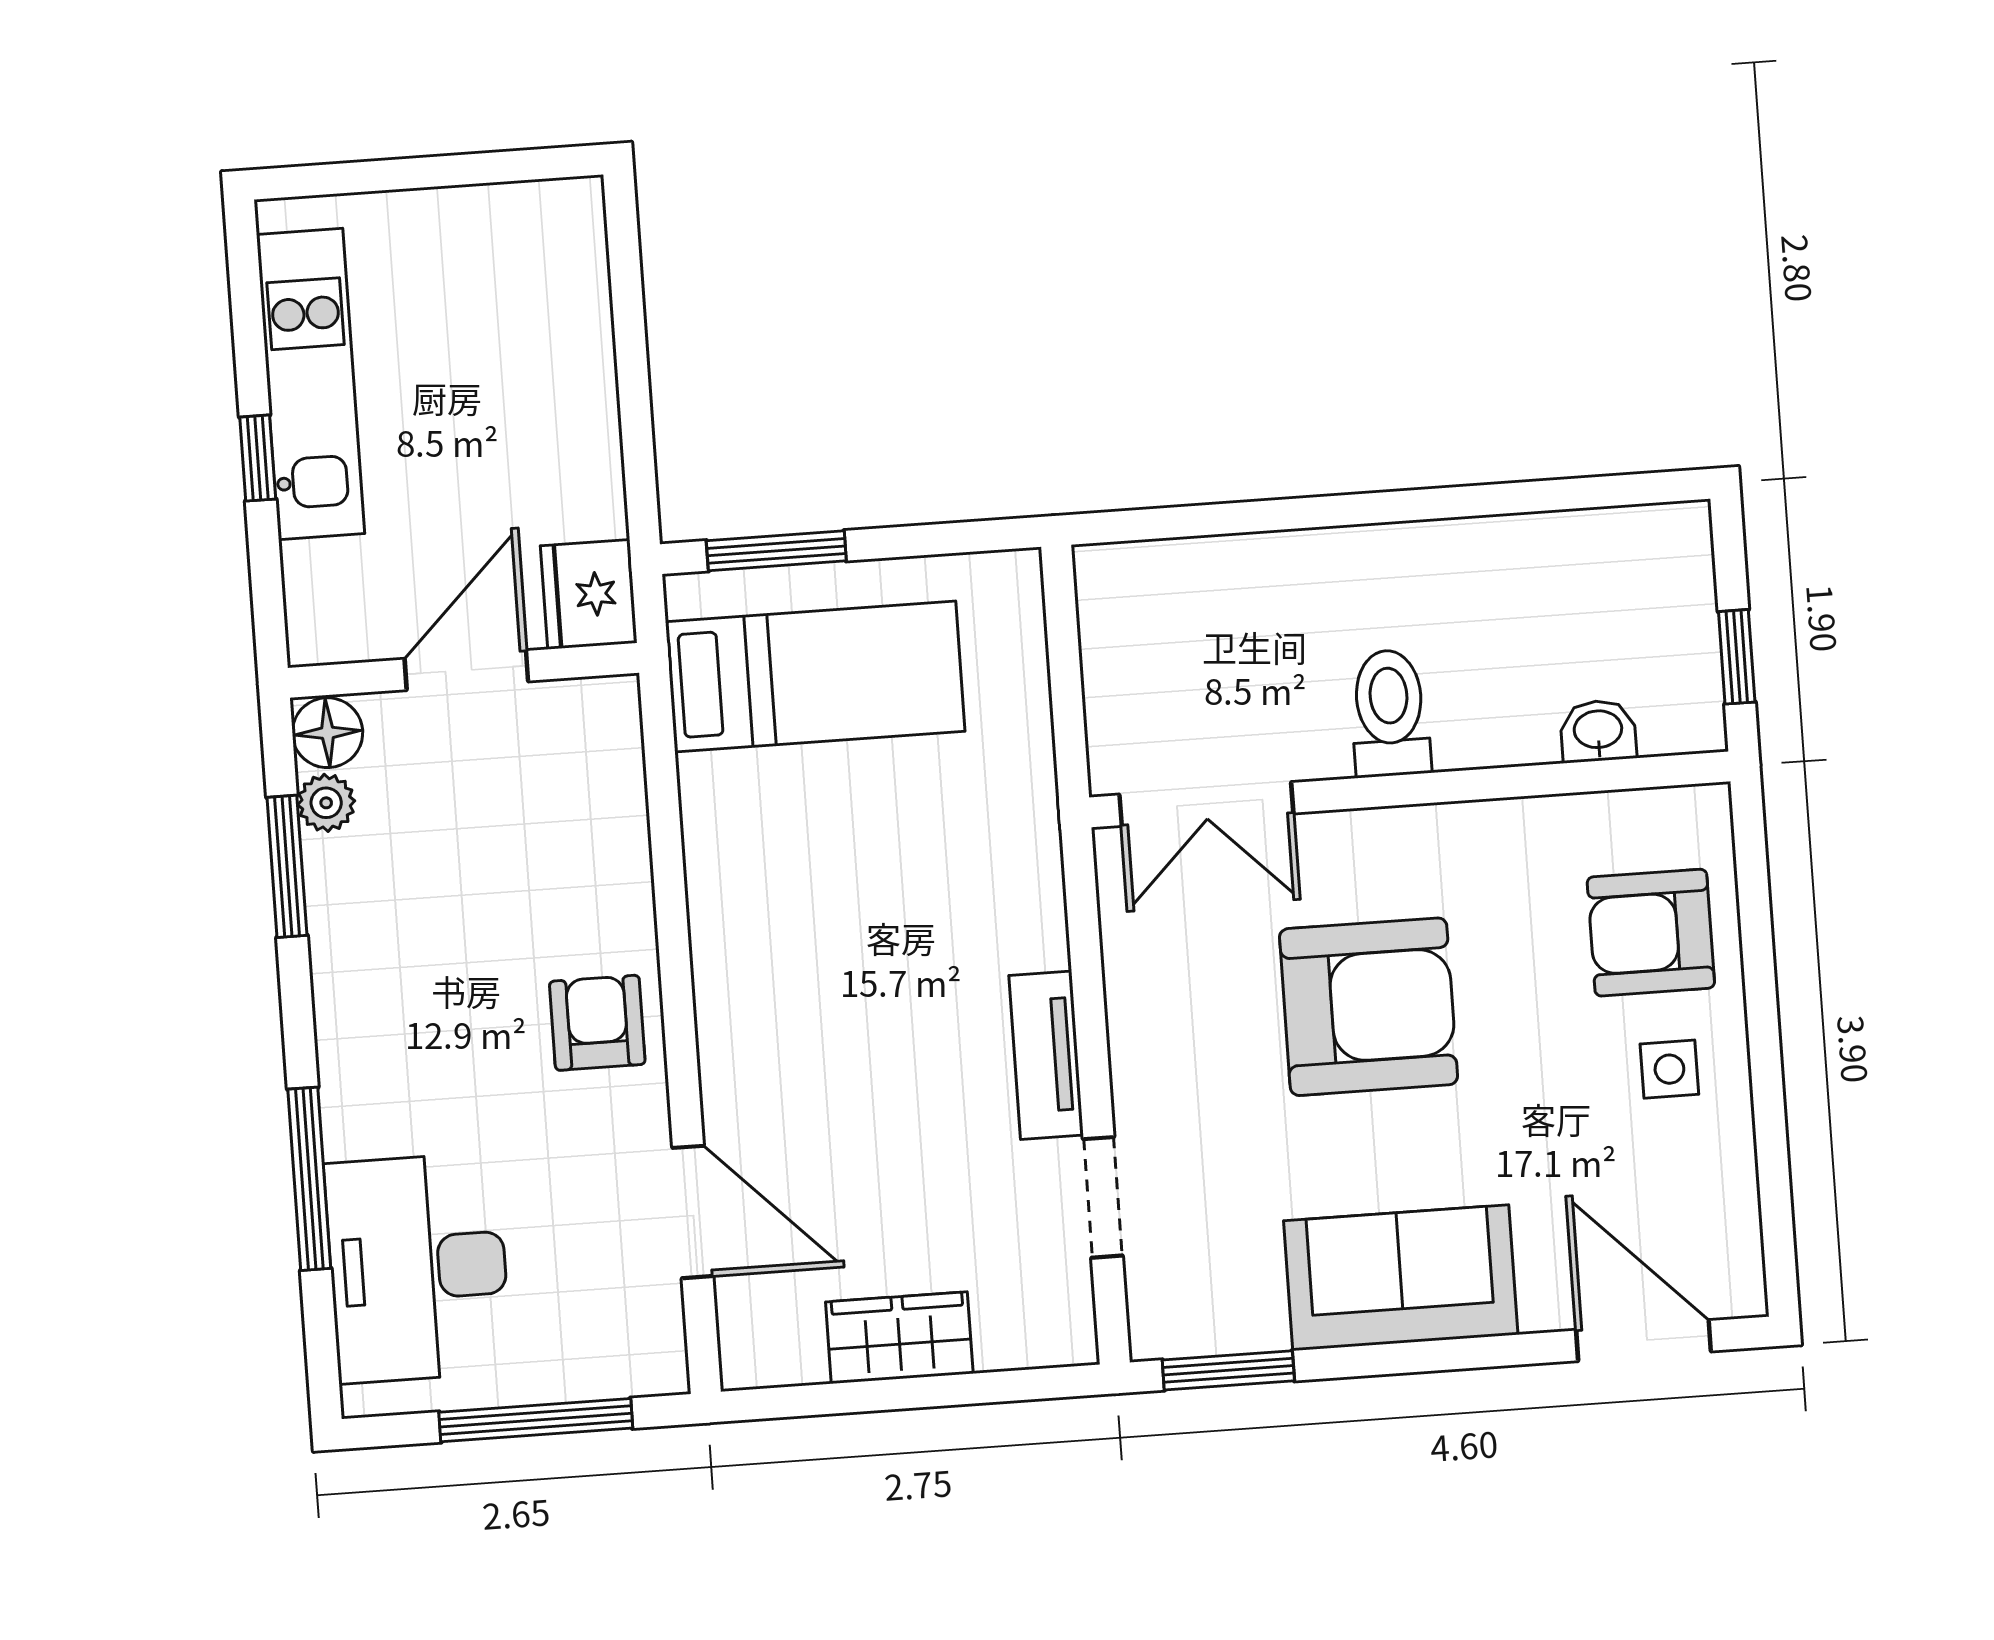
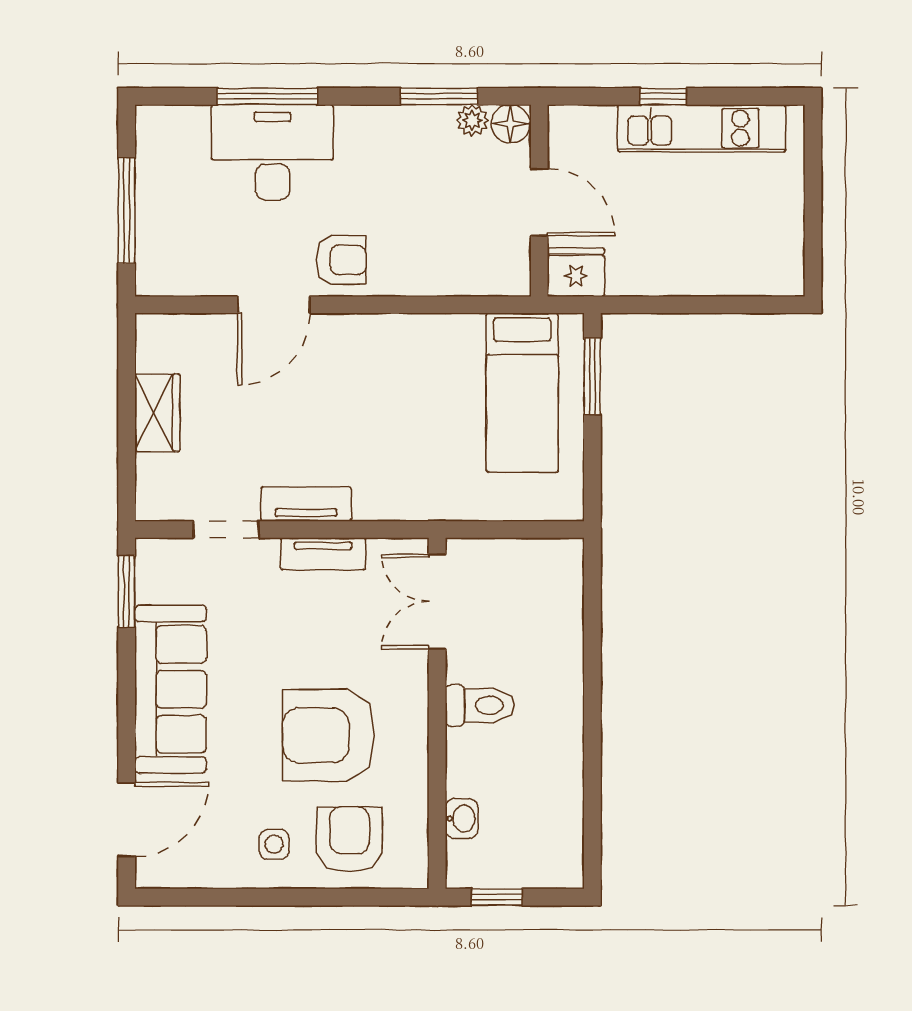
armchair: (1369, 1007) -> (329, 735), moved, turned 90
tv unit: (1134, 1018) -> (323, 554), added
door: (693, 1212) -> (274, 305), moved
desk: (418, 1268) -> (272, 152), moved
sofa: (1401, 1278) -> (171, 689), width x1.36

